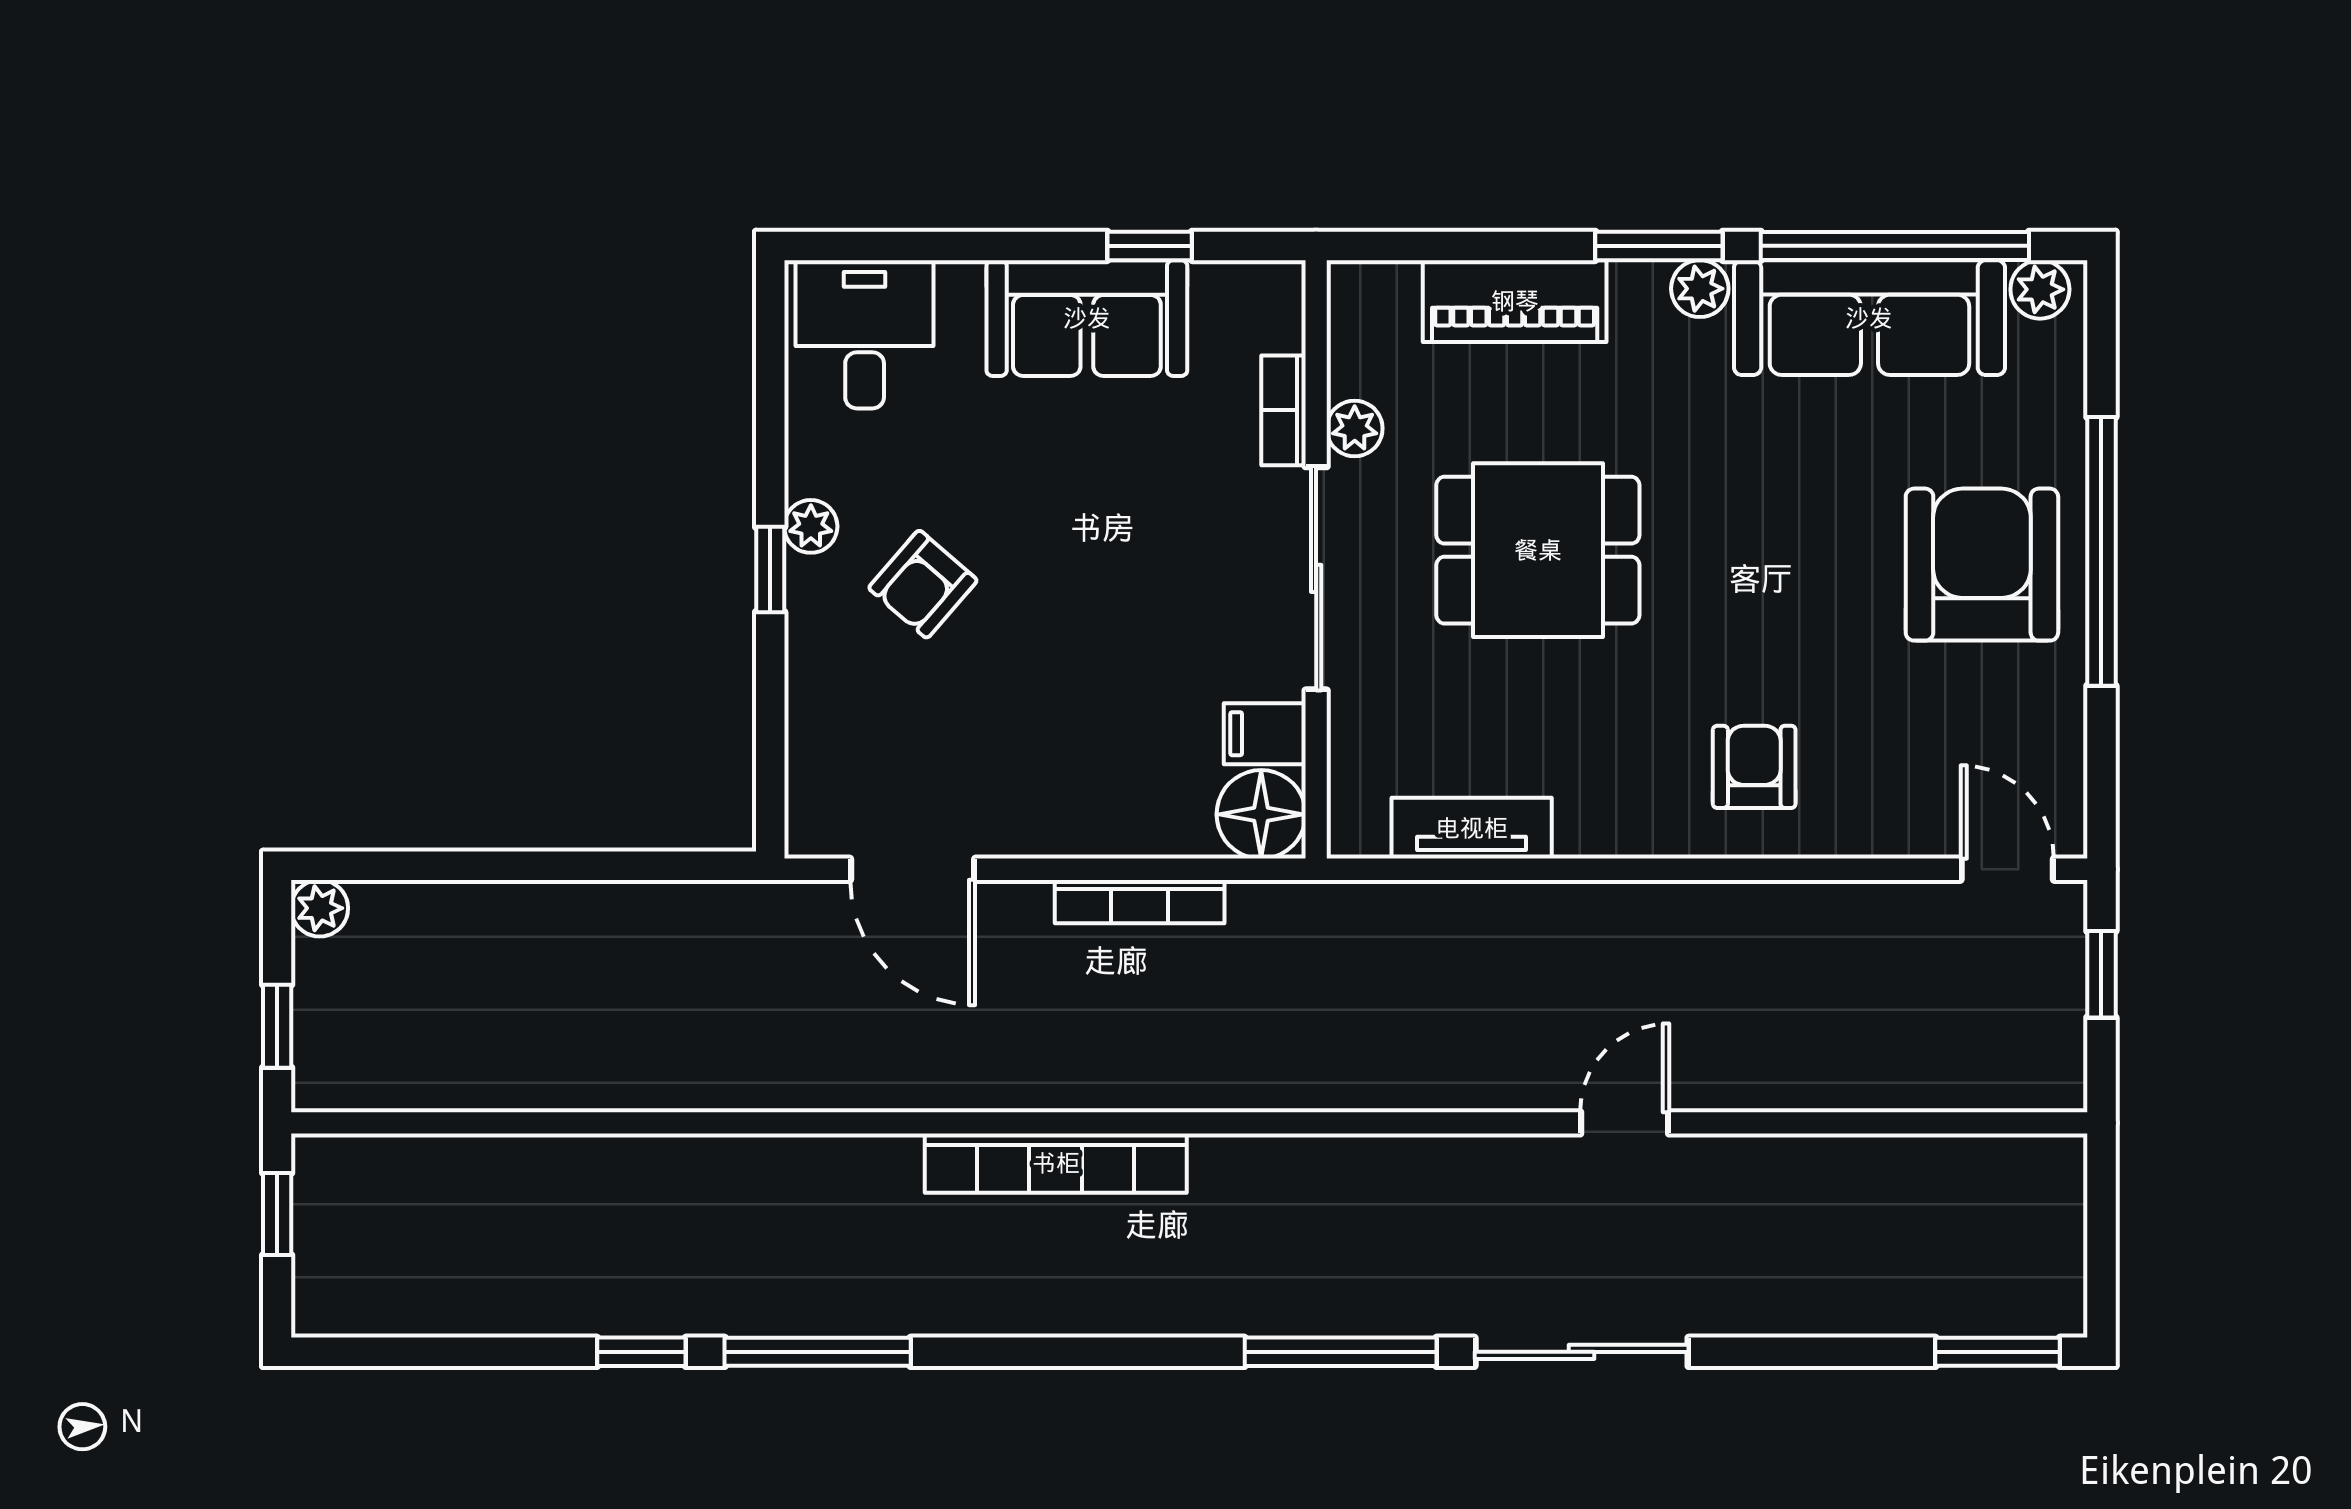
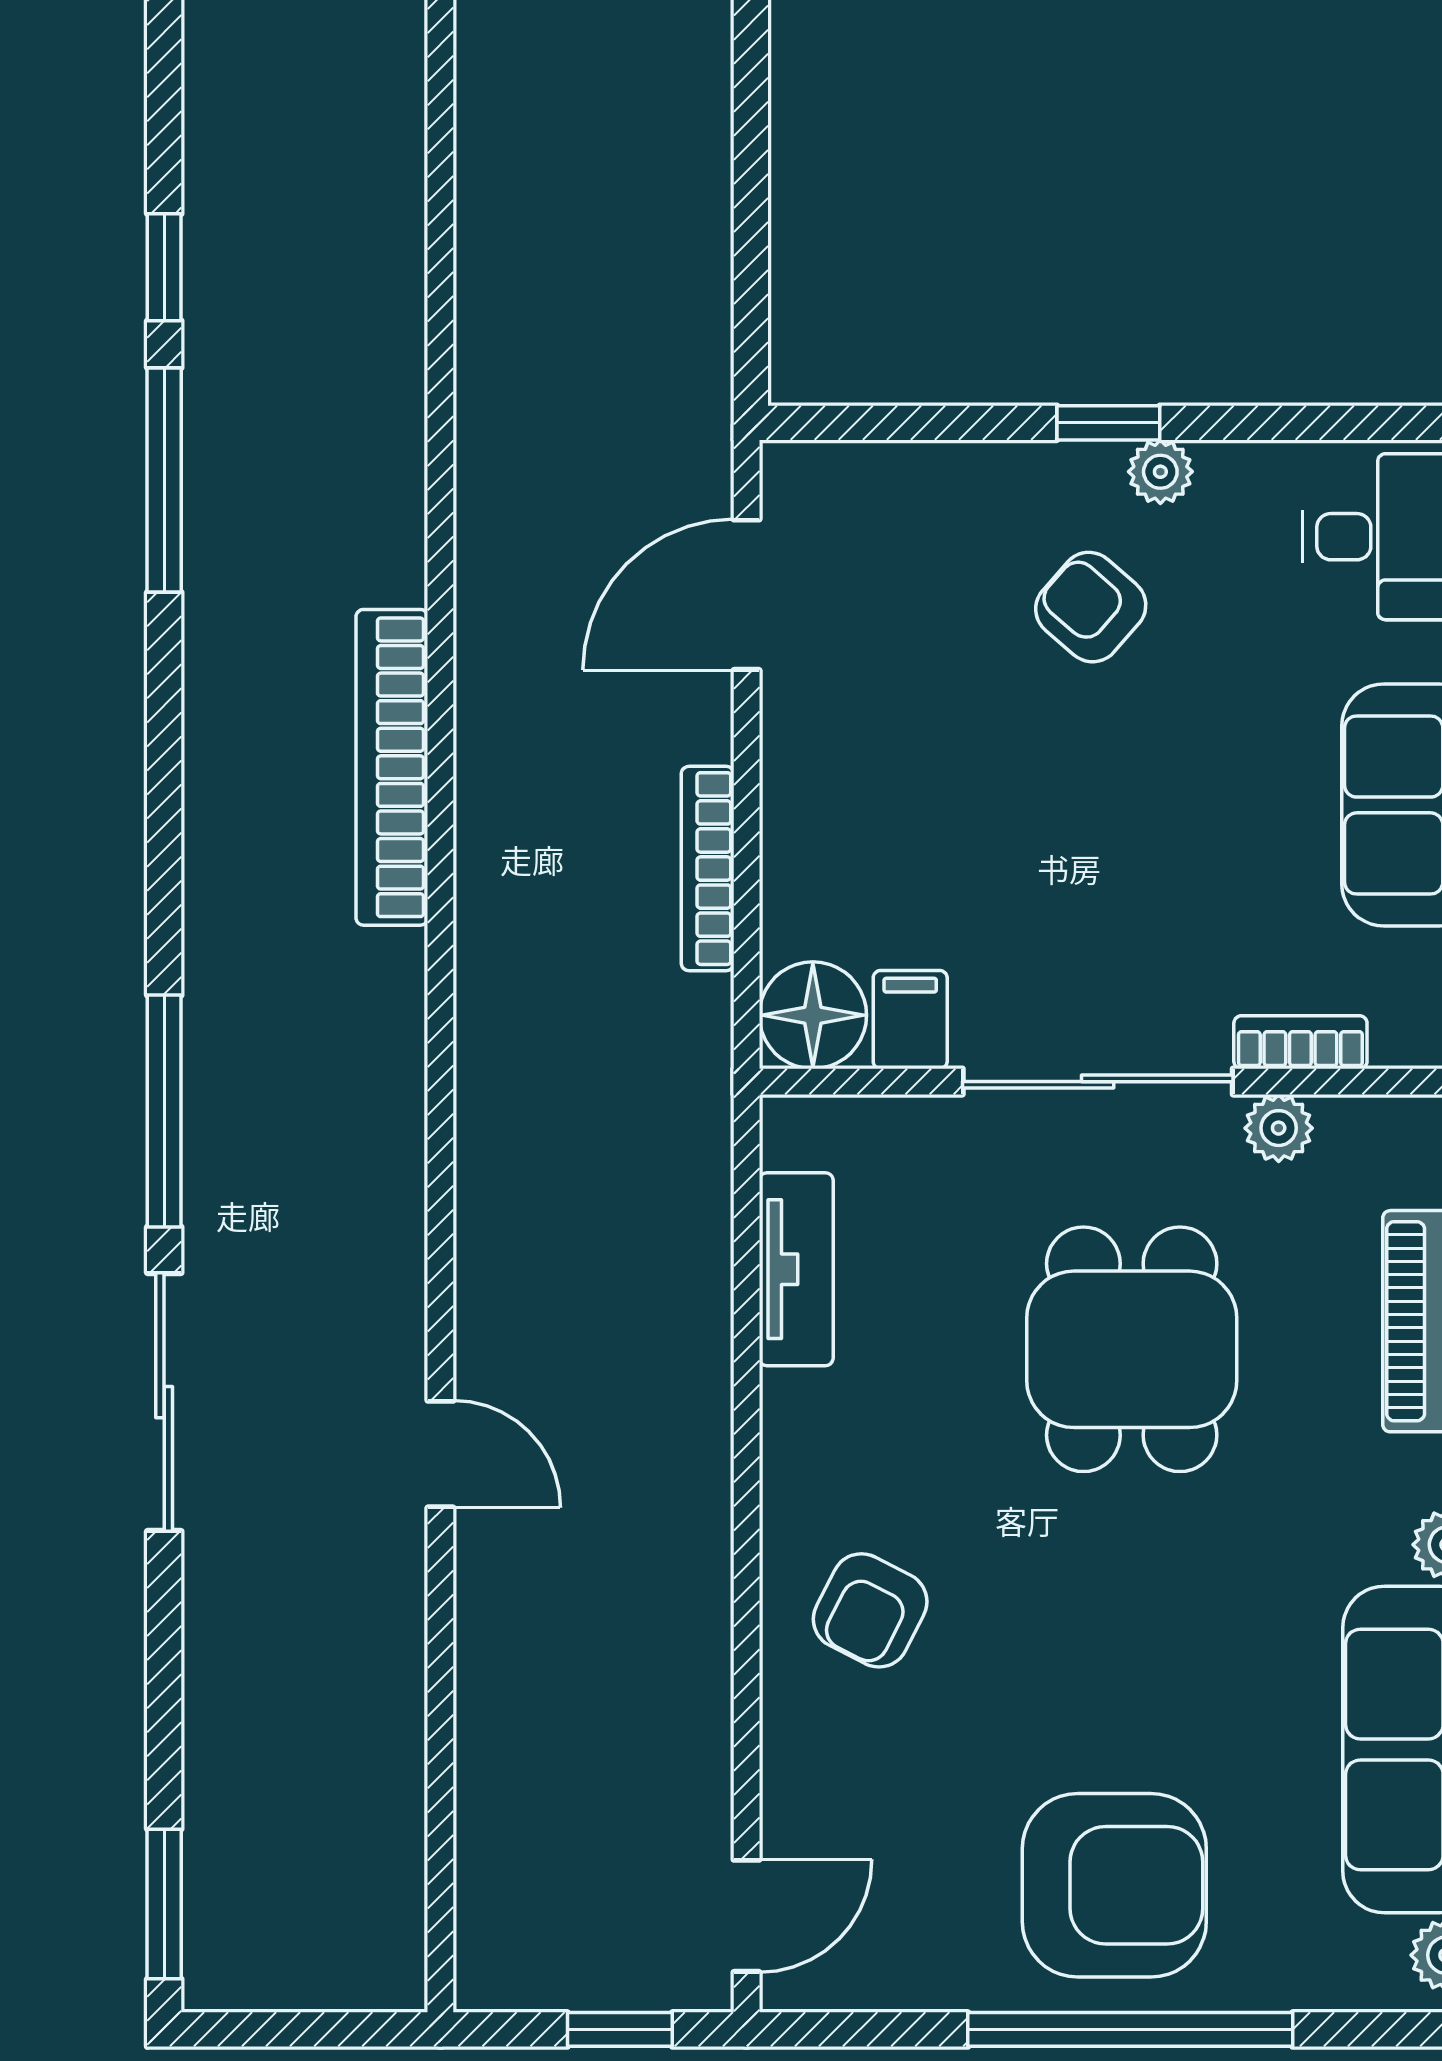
armchair: (1754, 767) -> (870, 1610), turned 117

